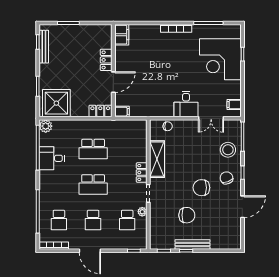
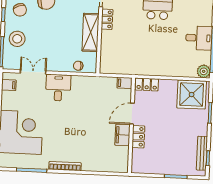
filing cabinet: (122, 35) -> (123, 135), moved
school desk: (93, 149) -> (156, 46), removed

